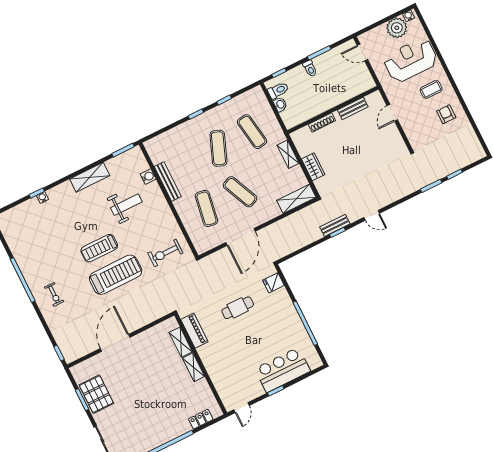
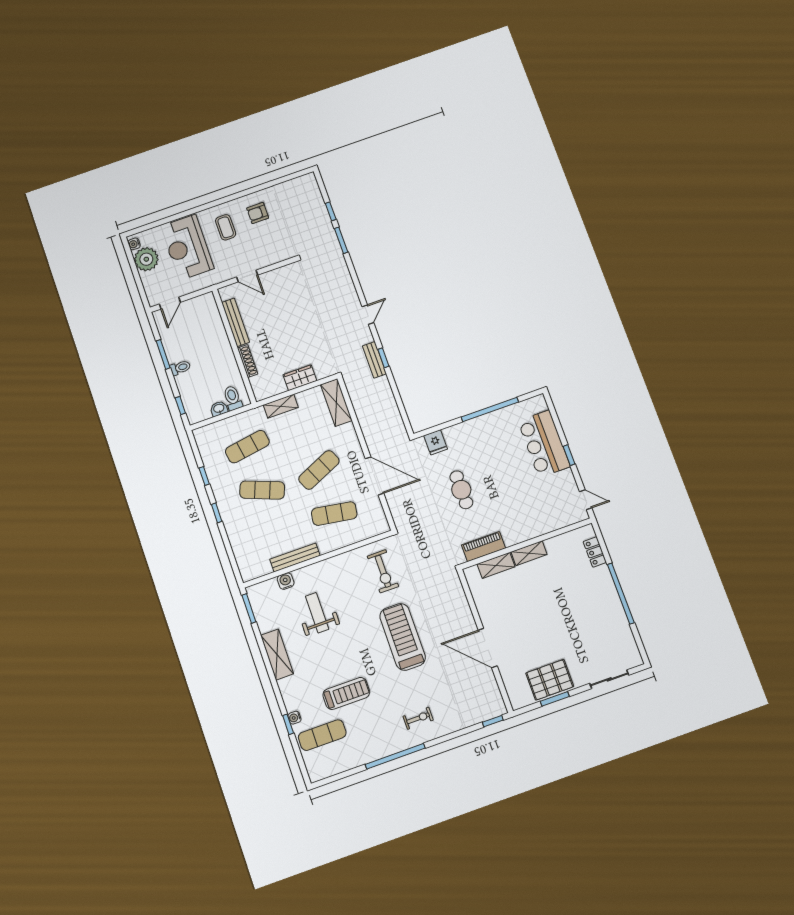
toilet: (278, 90) -> (233, 398), moved
bench: (353, 108) -> (236, 322), width x1.36
exercise mat: (32, 221) -> (322, 735), added
treadmill: (99, 248) -> (346, 693), moved, turned -90

